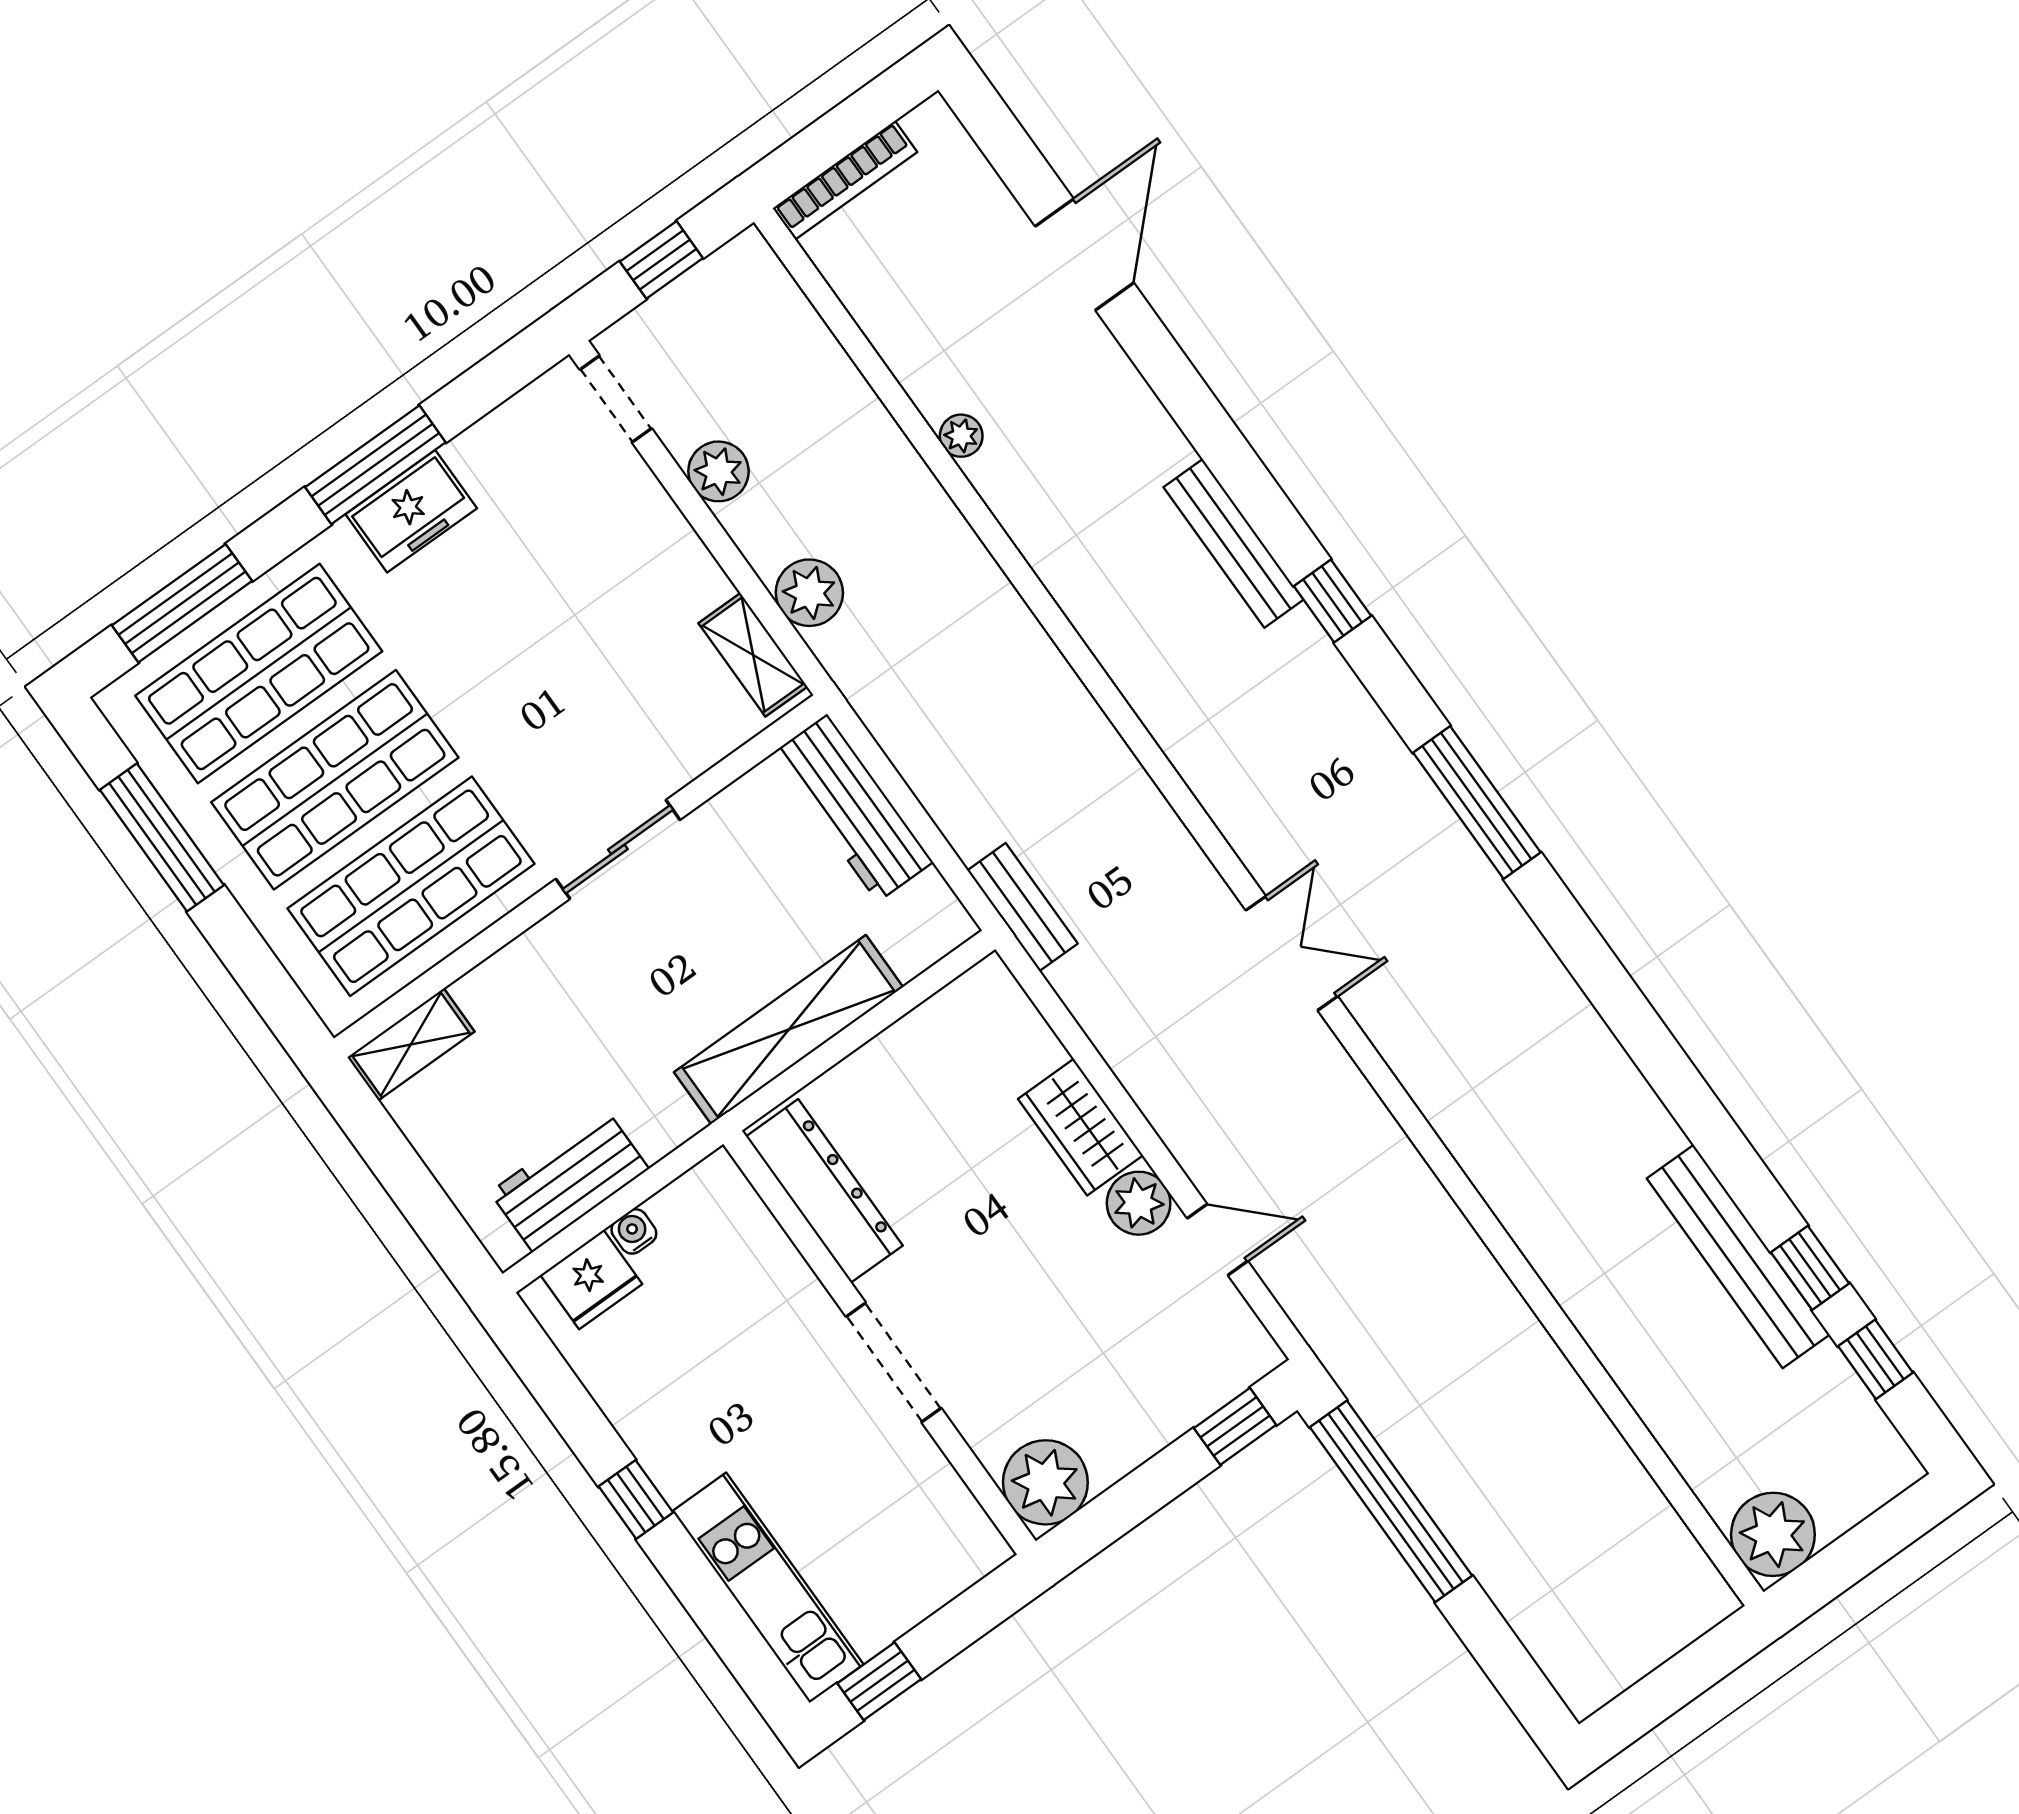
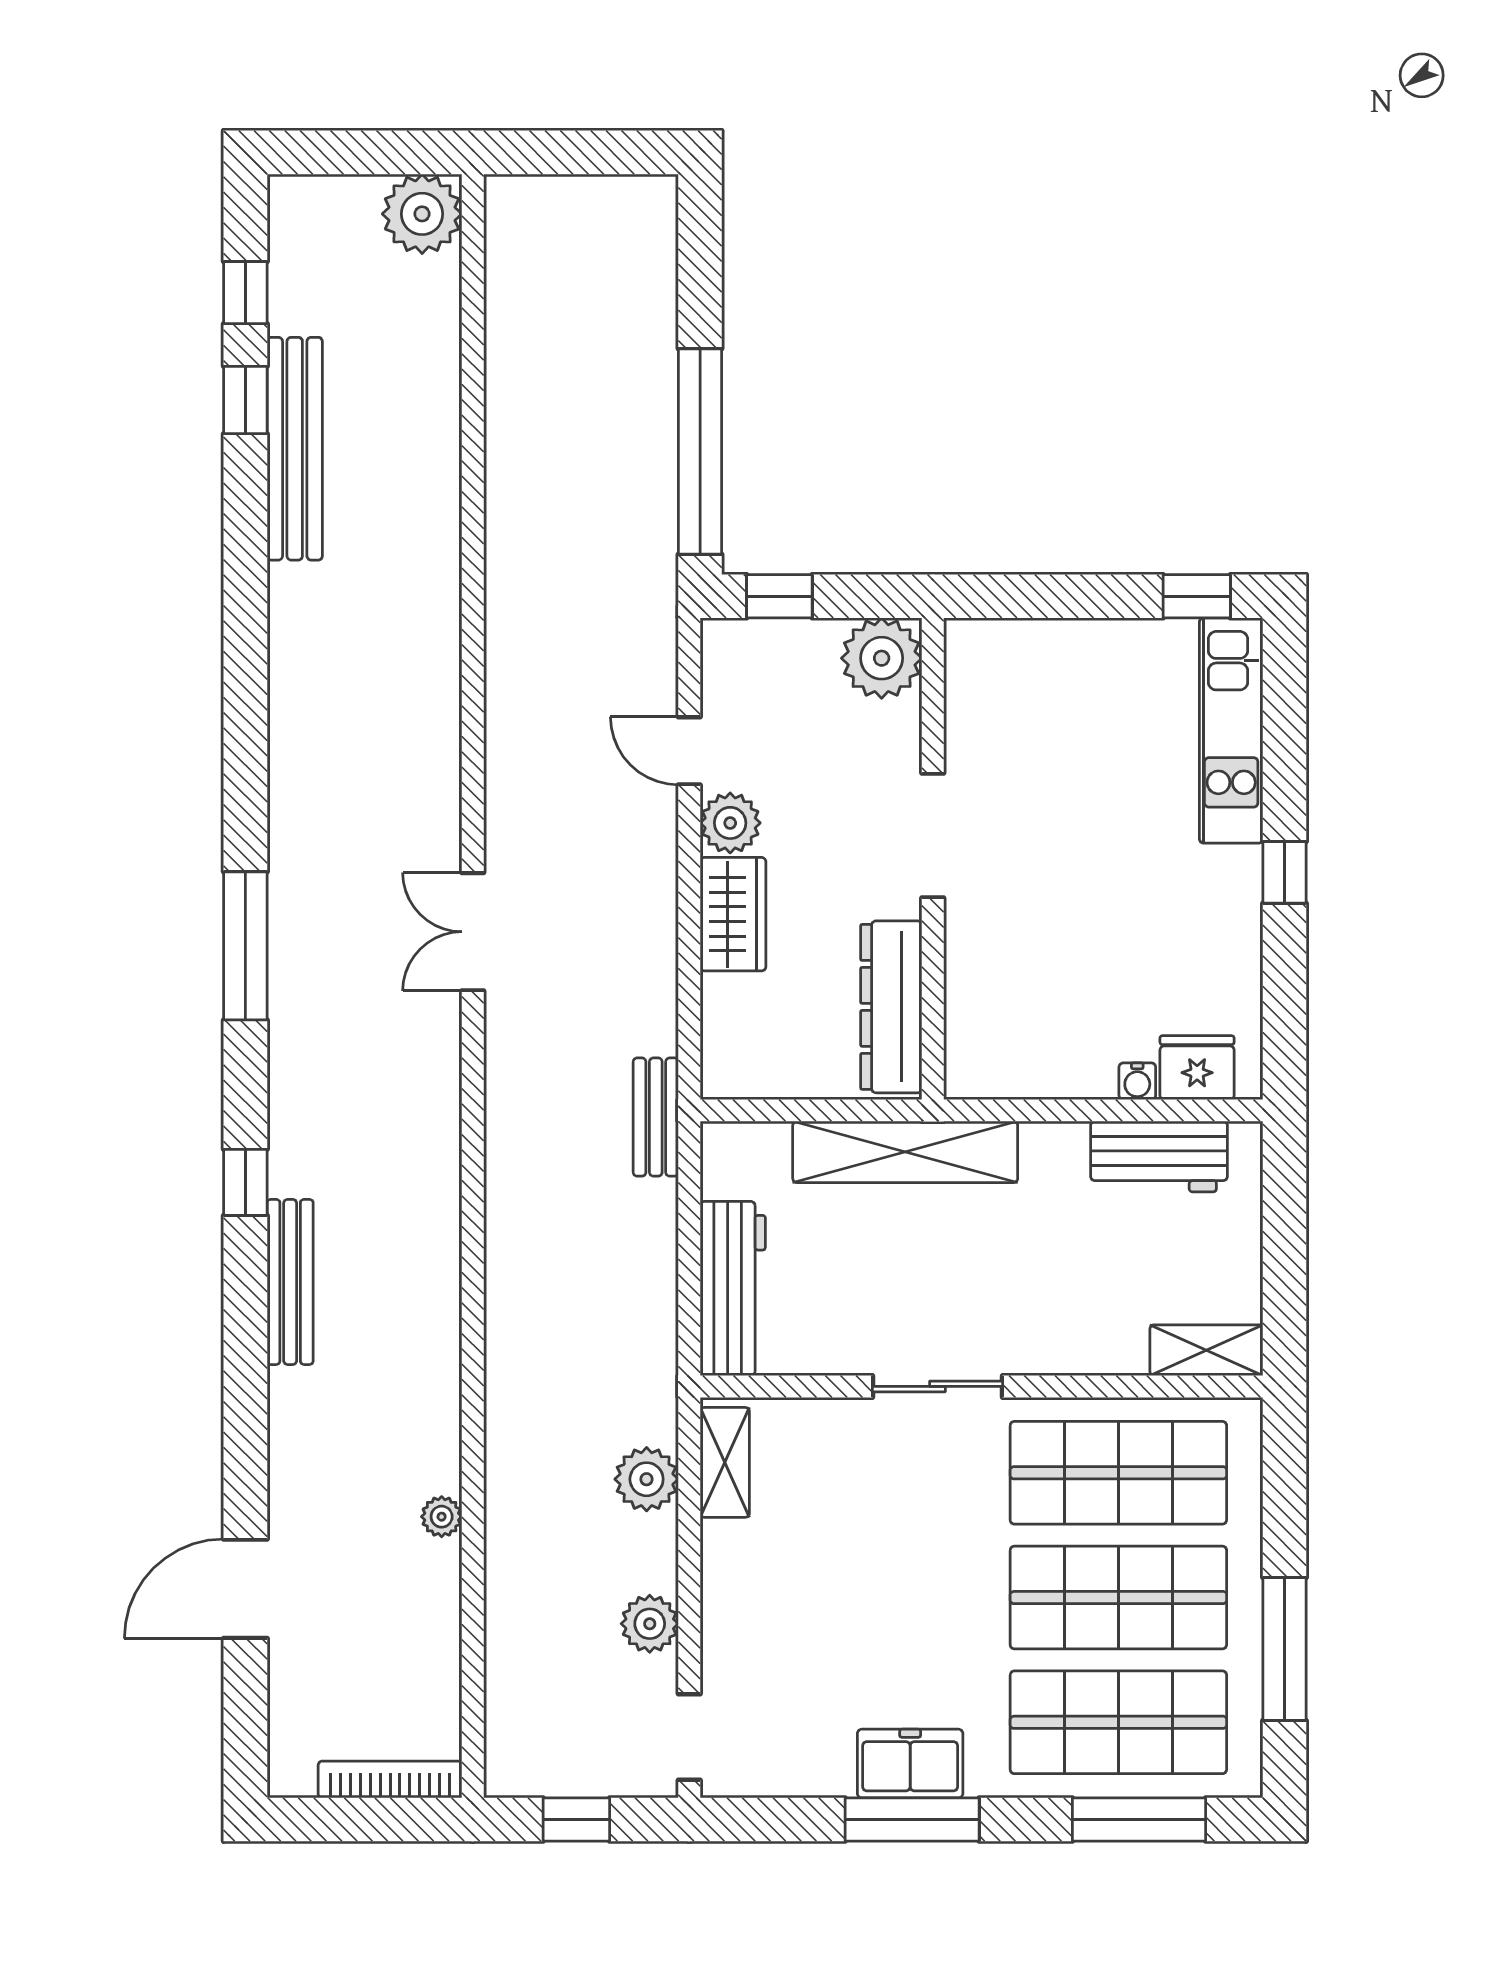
dresser: (824, 1191) -> (891, 1007), moved
wall: (879, 1343) -> (933, 859), moved
doorway: (894, 1362) -> (933, 835), moved
plant: (1045, 1482) -> (882, 658), moved

